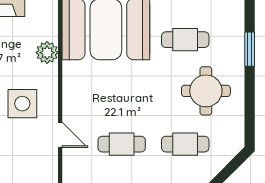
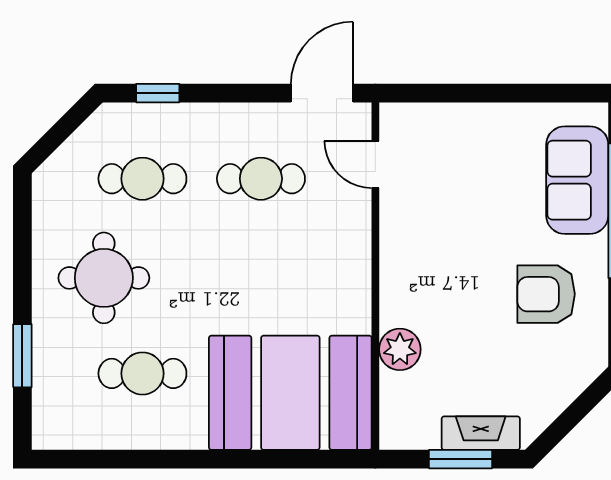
side table: (22, 104) -> (446, 254), removed
door: (60, 135) -> (375, 164), moved

